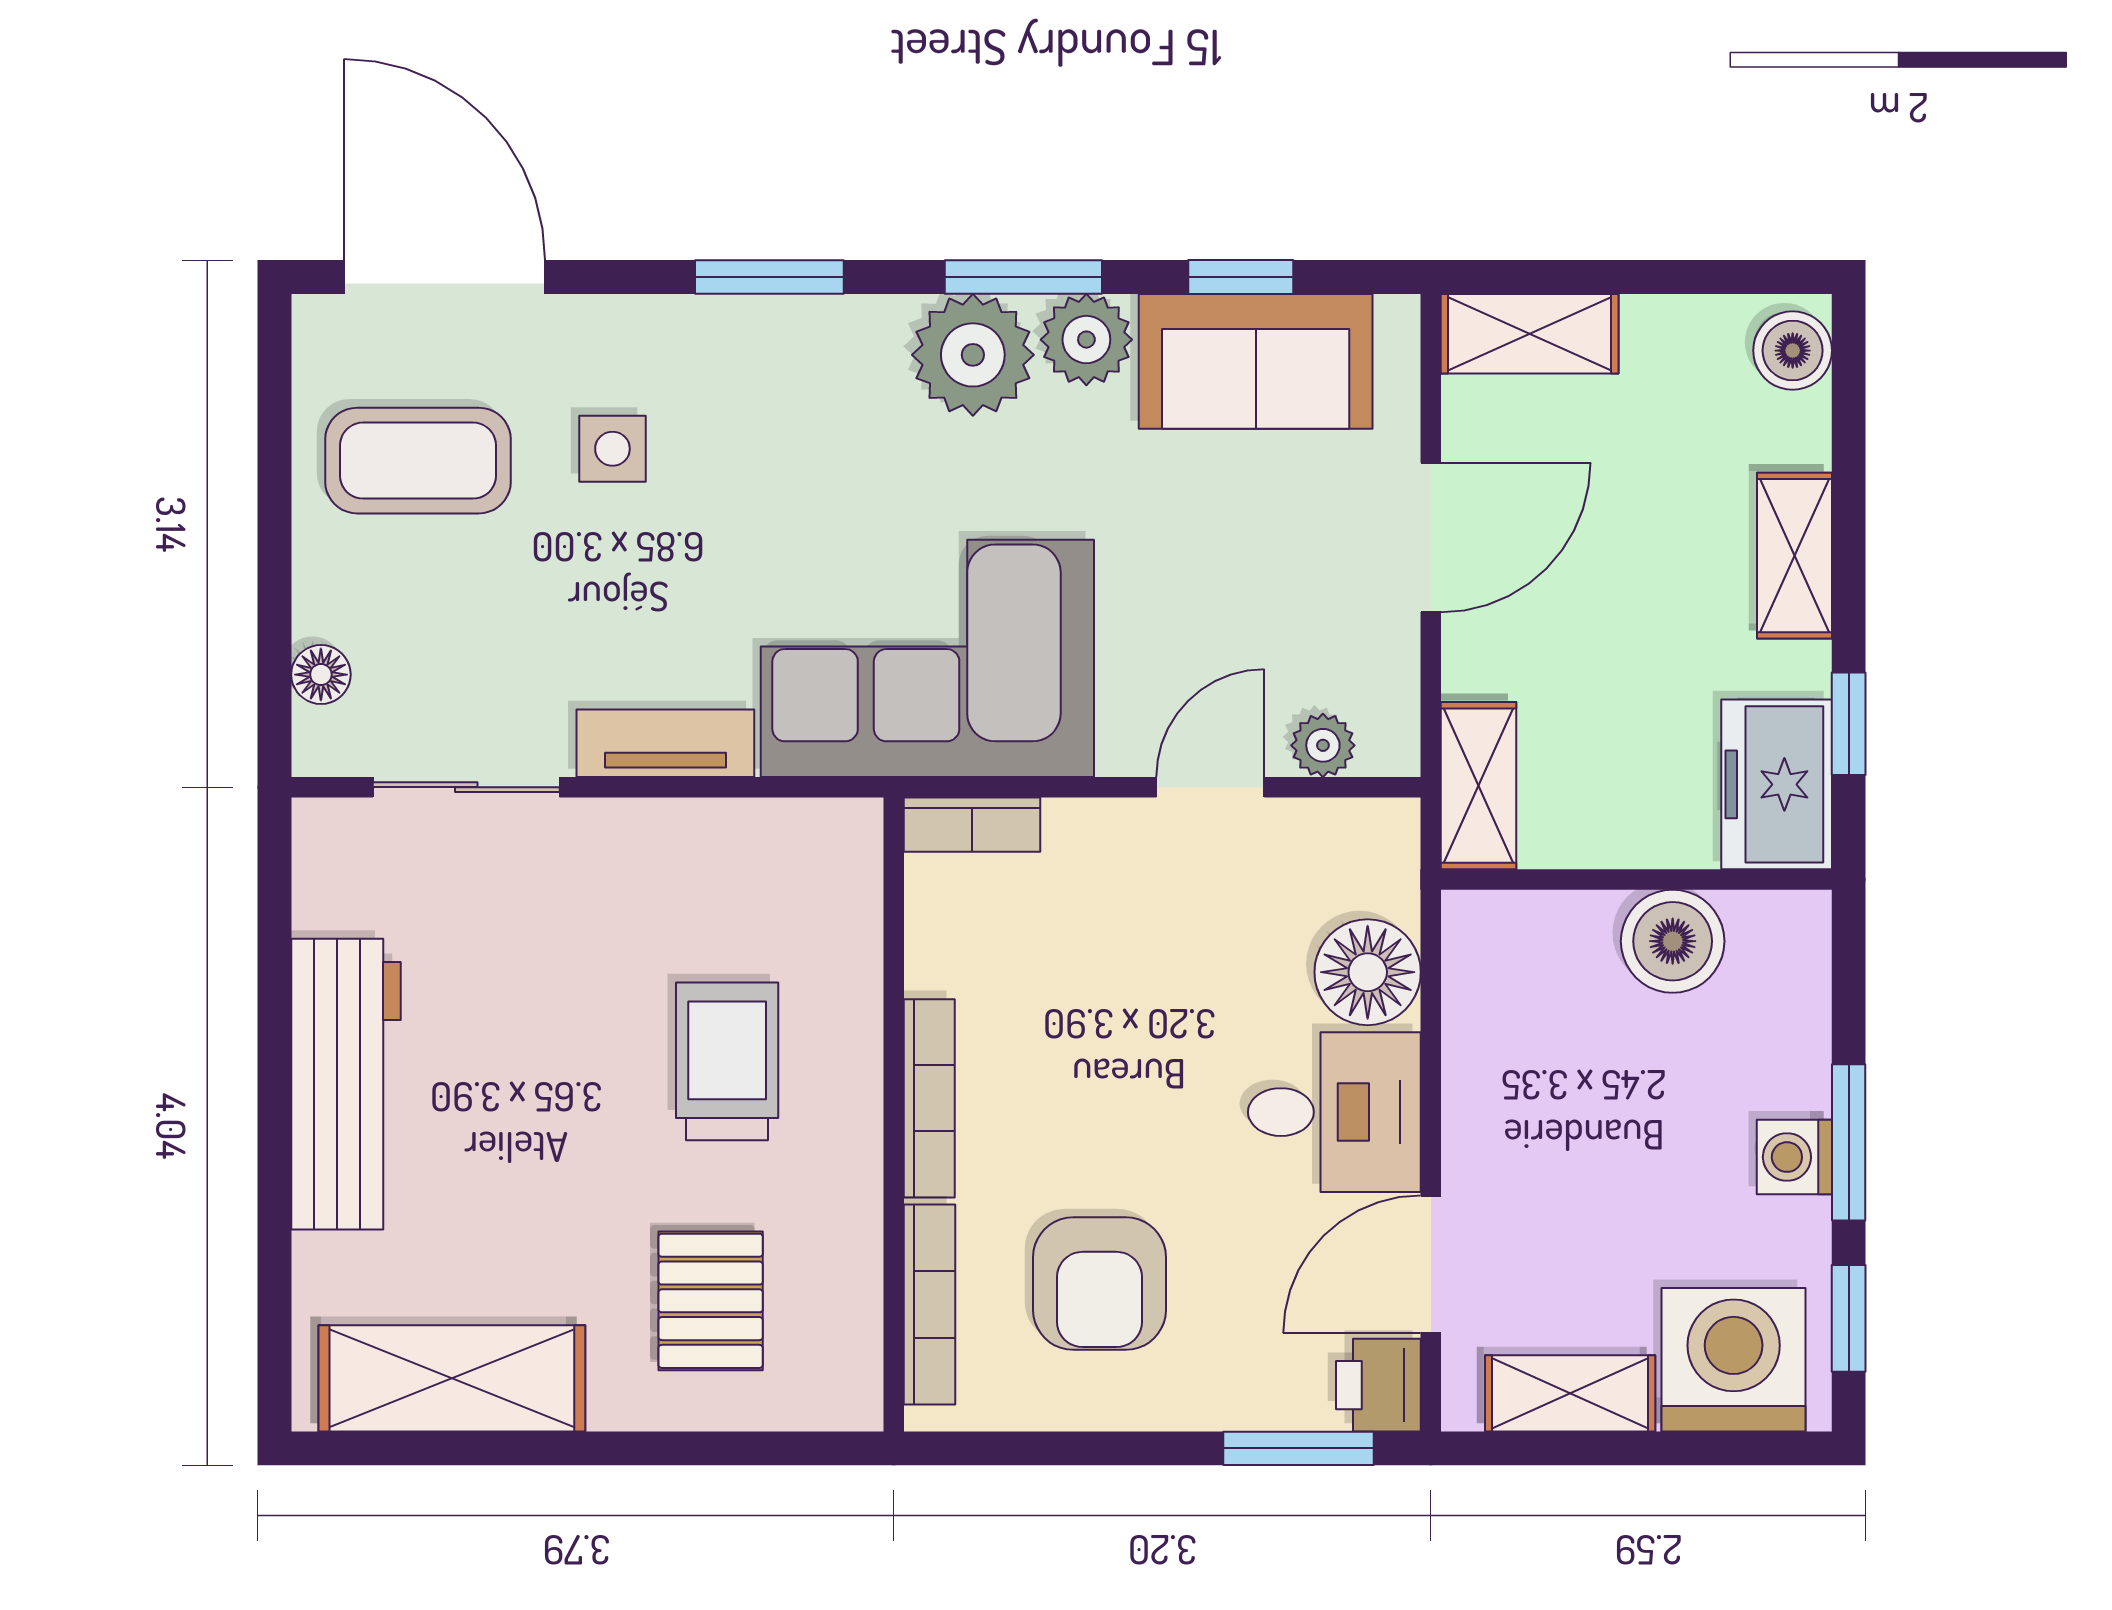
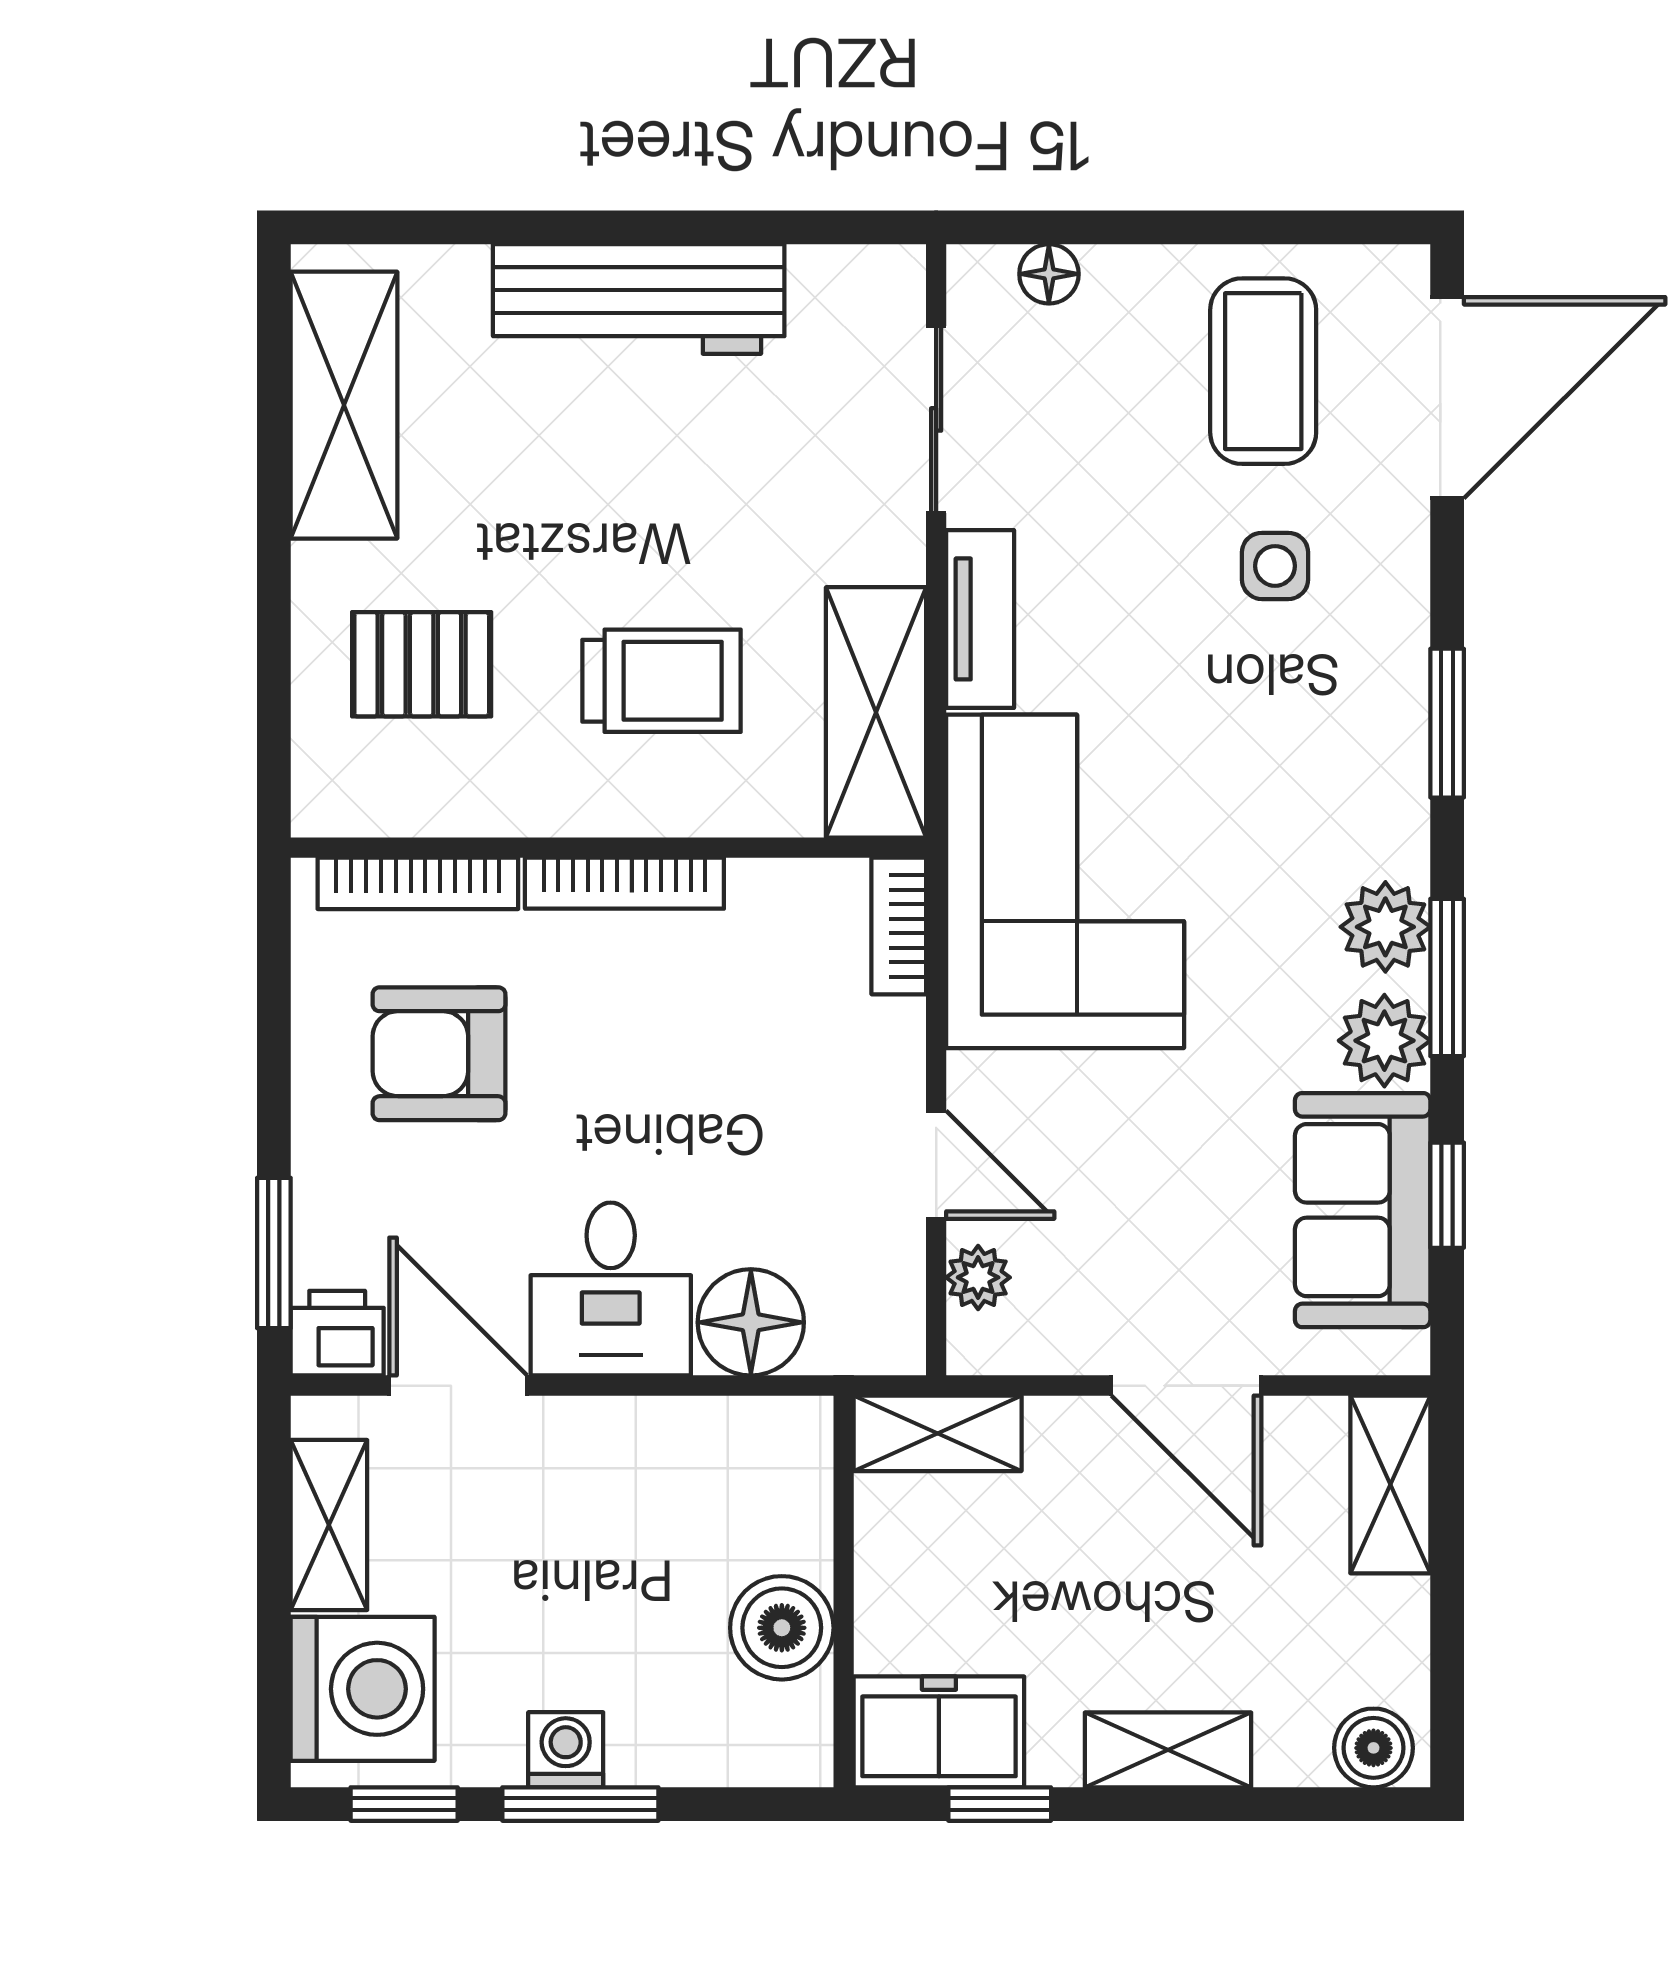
plant: (973, 355) -> (1385, 927), width x0.73, depth x0.73
shelving: (759, 847) -> (876, 712), added

